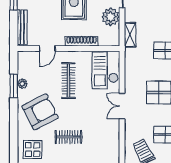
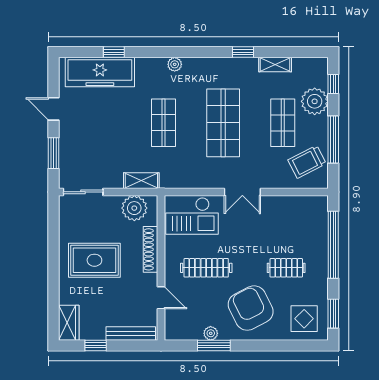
plant: (111, 17) -> (134, 208), moved
clothes rail: (68, 137) -> (286, 268), turned 90

